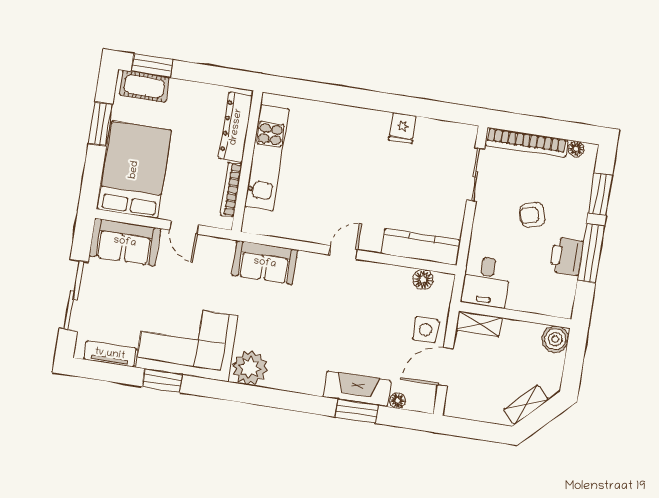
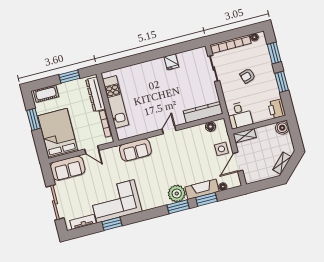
window: (152, 66) -> (69, 77), moved
window: (591, 253) -> (282, 82), width x0.69
printer: (567, 256) -> (277, 109), moved
plant: (250, 368) -> (177, 194), moved
window: (299, 402) -> (178, 207), added

